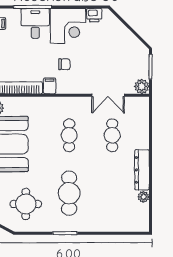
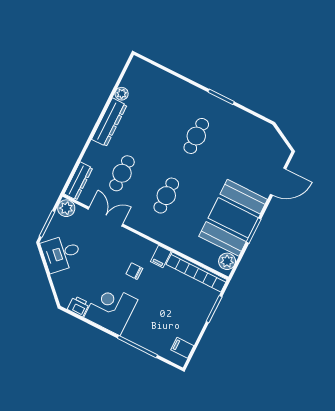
desk: (35, 23) -> (61, 253), moved, turned 45
dresser: (143, 112) -> (78, 181), added
cafe table: (69, 193) -> (196, 136), width x0.73, depth x0.74
round table: (26, 204) -> (246, 147), removed

